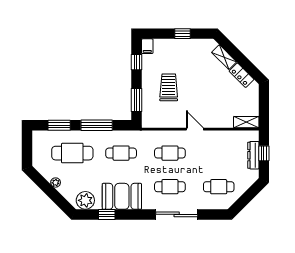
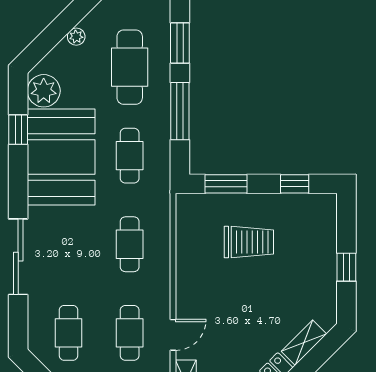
filing cabinet: (147, 46) -> (324, 203), removed
door: (195, 129) -> (173, 335), moved
cafe table: (170, 187) -> (130, 333), moved
booth: (122, 196) -> (61, 157), width x1.36, depth x1.42

